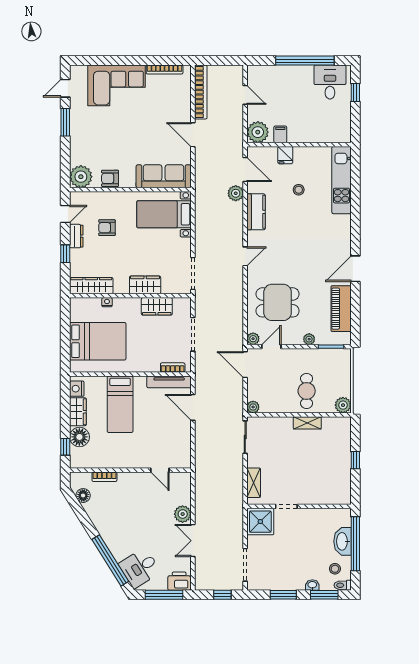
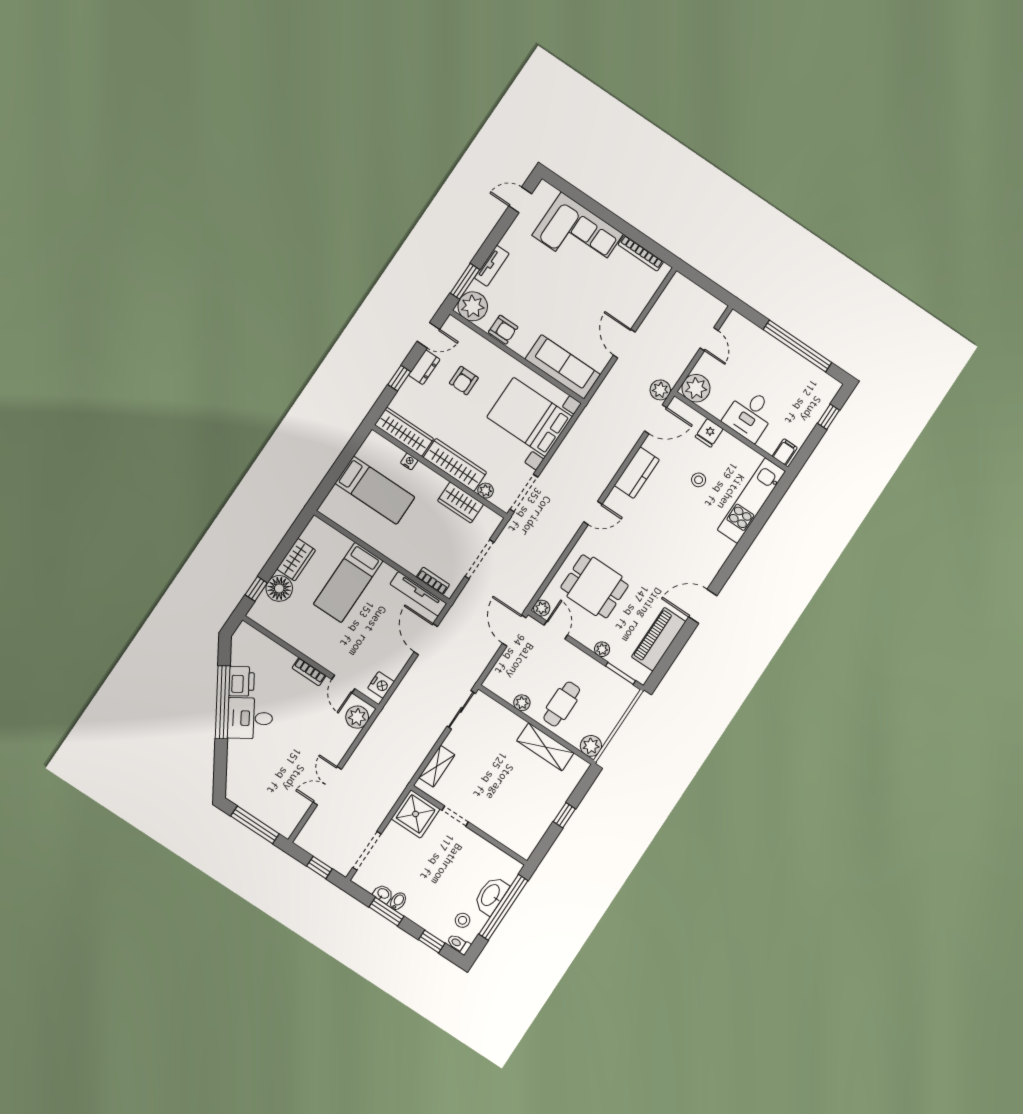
desk: (330, 82) -> (750, 415), moved, turned 180
bookcase: (201, 92) -> (664, 304), removed
window: (65, 122) -> (465, 281), moved
filing cabinet: (280, 134) -> (785, 452), moved
tv unit: (76, 143) -> (492, 266), added
door: (245, 170) -> (656, 419), hinge flipped
armchair: (110, 178) -> (503, 330), turned 180
plant: (236, 193) -> (660, 390), moved
bed with nightstands: (164, 214) -> (530, 417), width x1.36
armchair: (107, 228) -> (464, 381), turned -90
wardrobe: (145, 285) -> (455, 465), width x1.50
plant: (168, 288) -> (486, 491), added
bed: (98, 341) -> (375, 490), width x0.67
door: (271, 347) -> (556, 630), hinge flipped
nightstand: (77, 389) -> (381, 685), moved, turned 180
plant: (253, 407) -> (522, 703), moved
shelving: (307, 423) -> (545, 747), width x1.50, depth x1.33
bookcase: (104, 477) -> (309, 672), moved
floor lamp: (83, 496) -> (240, 656), removed
plant: (183, 514) -> (357, 717), moved
window: (110, 560) -> (223, 702), moved
desk: (140, 568) -> (250, 718), moved
printer: (179, 581) -> (242, 681), moved, turned 58
bidet: (286, 584) -> (398, 901), added
washbasin: (312, 585) -> (383, 894), moved
window: (324, 595) -> (432, 941), width x0.67

